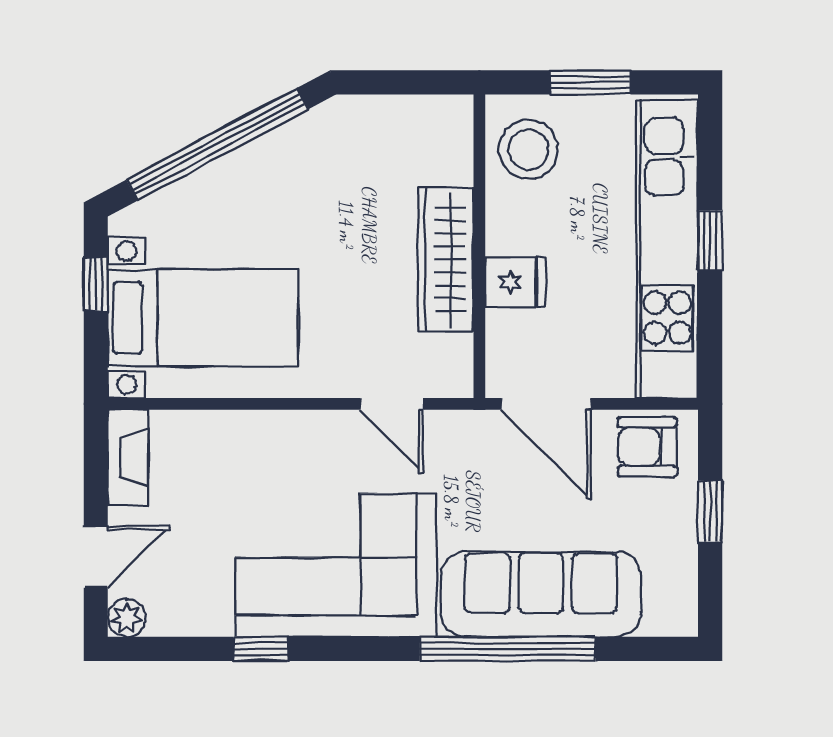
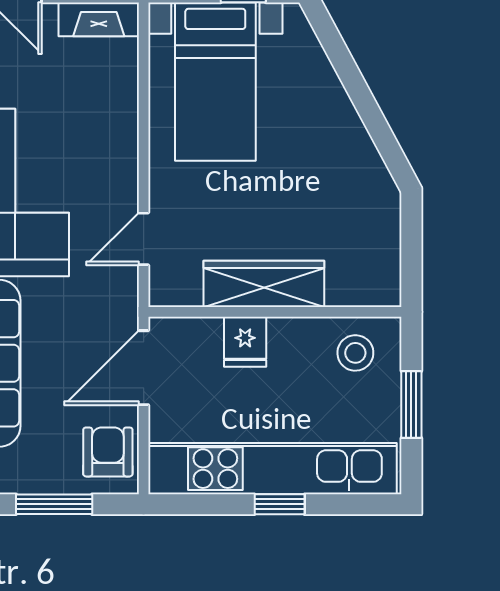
window: (217, 144) -> (360, 93), removed
stool: (529, 150) -> (355, 353), width x0.73, depth x0.73
window: (710, 511) -> (54, 504), width x1.50

